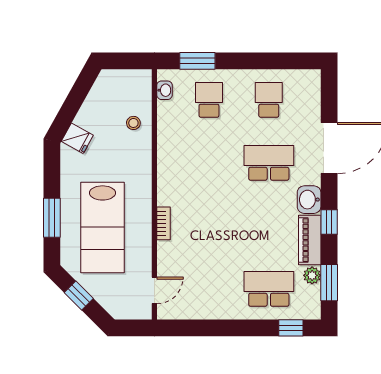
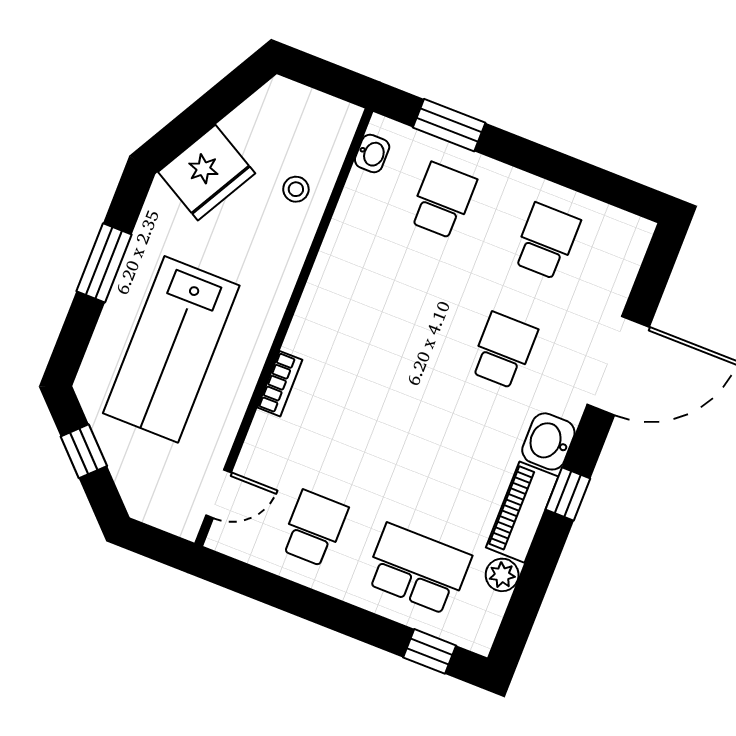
fridge: (77, 138) -> (207, 173), width x1.88, depth x1.34
school desk: (269, 163) -> (504, 350), width x0.54
window: (52, 218) -> (104, 263), moved
window: (329, 283) -> (527, 599), removed
school desk: (209, 289) -> (314, 528), added

